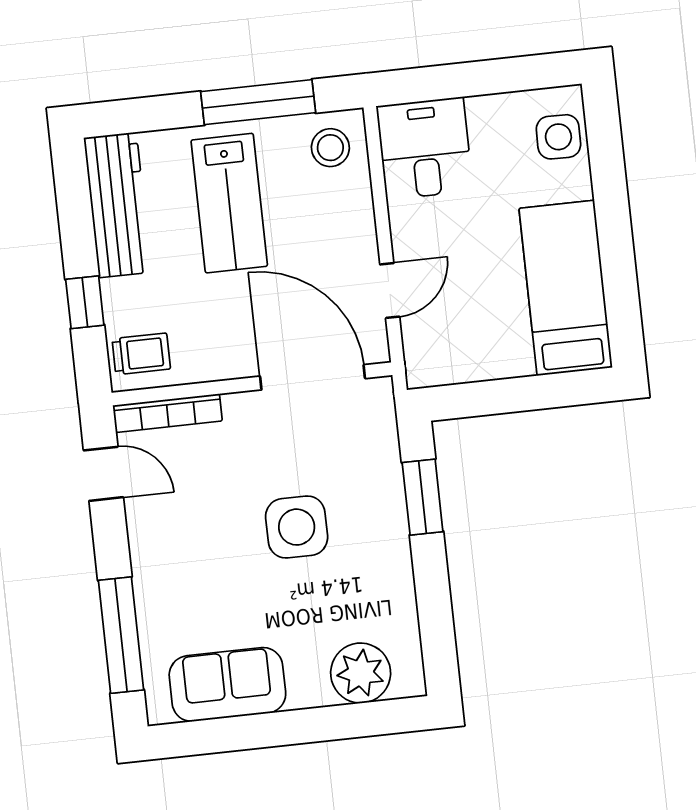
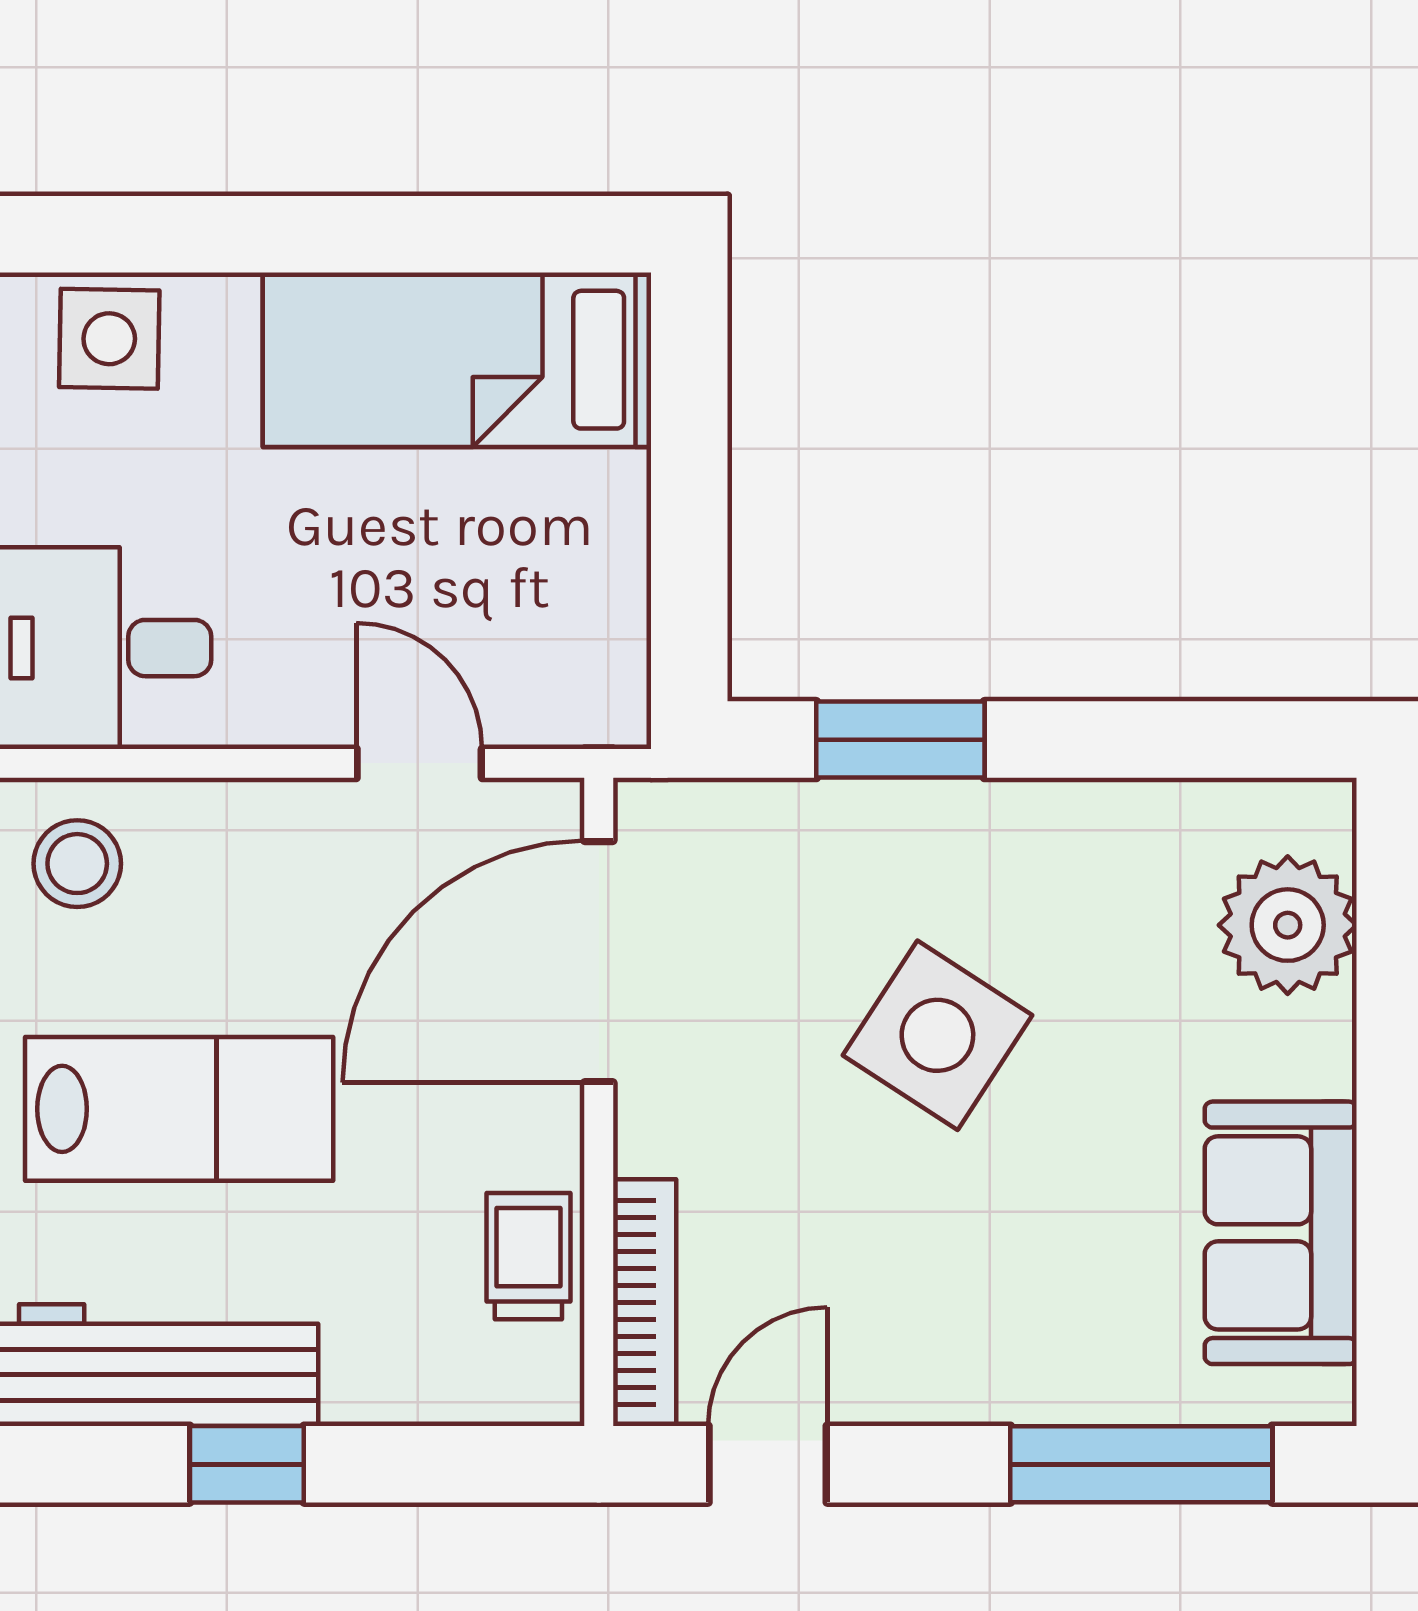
window: (85, 302) -> (247, 1464), moved
trolley: (141, 354) -> (528, 1256), moved
side table: (297, 527) -> (937, 1035), turned 33

